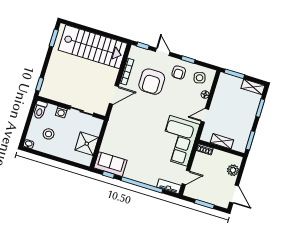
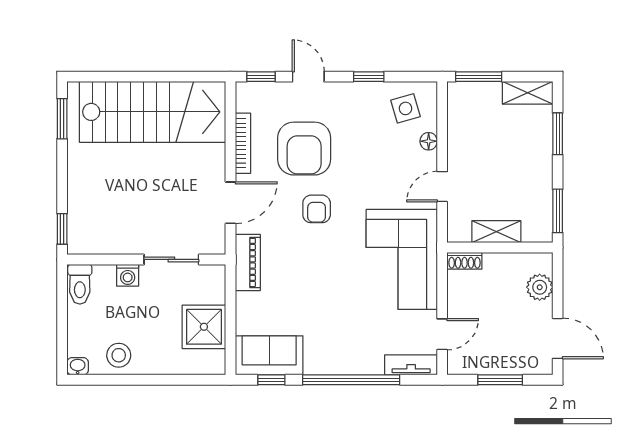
armchair: (179, 72) -> (317, 209), moved
piano: (113, 122) -> (248, 262), added
stool: (49, 134) -> (119, 355), moved

